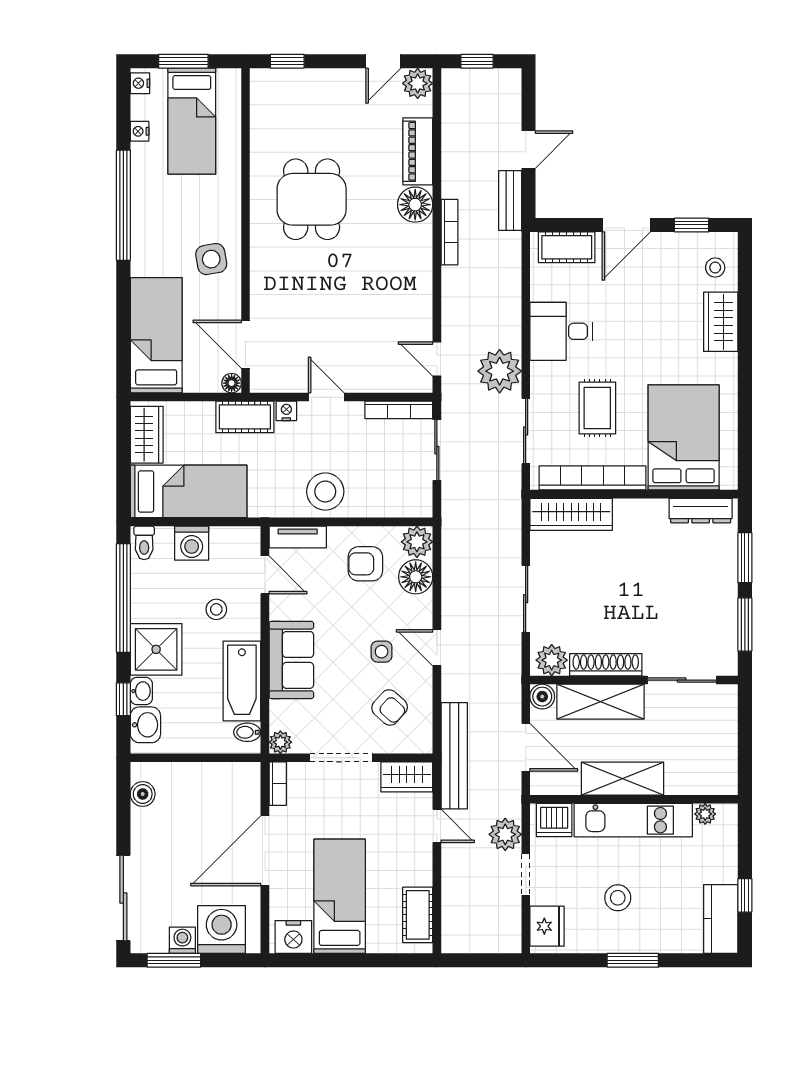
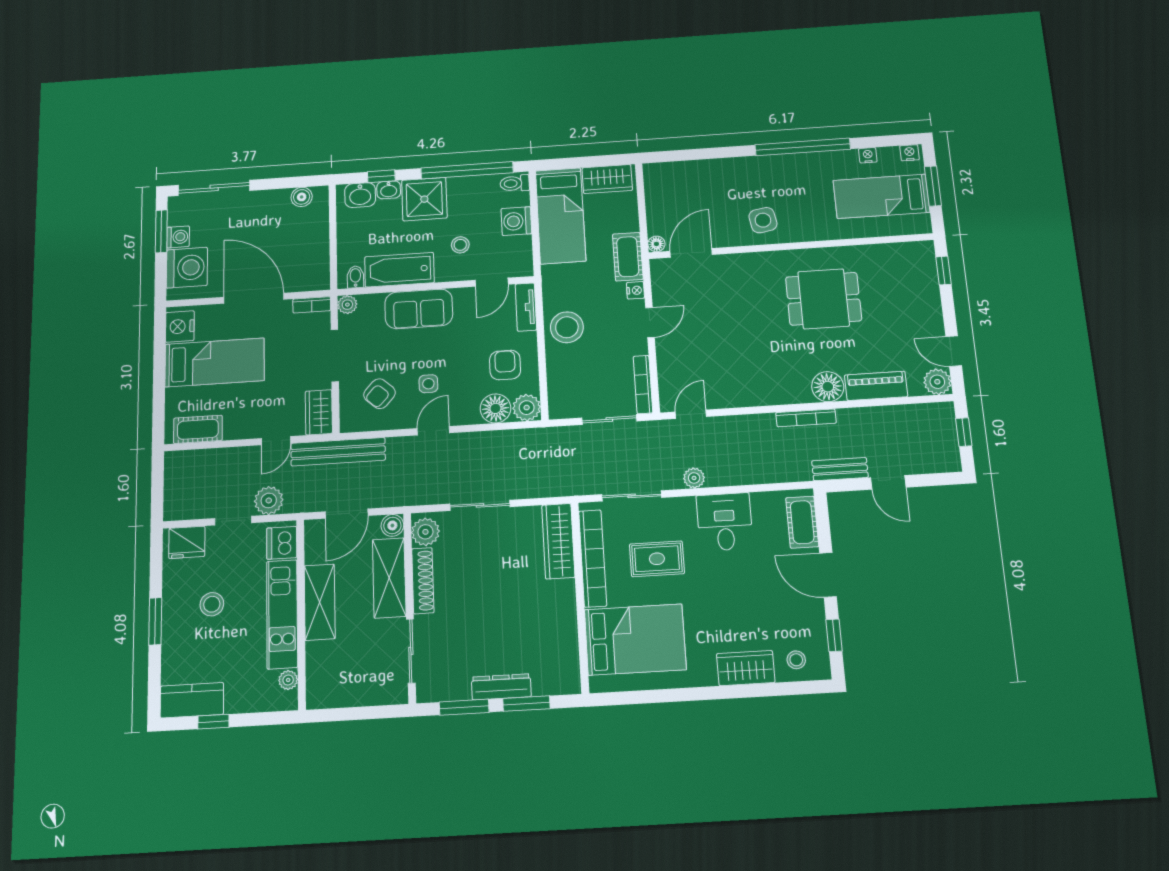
bed: (156, 335) -> (693, 181), removed
plant: (500, 371) -> (694, 478), width x0.53, depth x0.53
dresser: (701, 511) -> (501, 687), moved, turned 90

